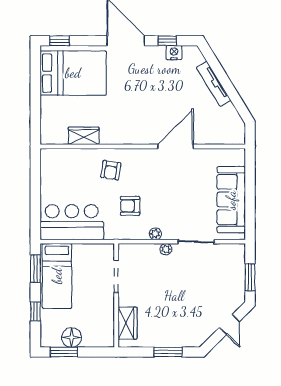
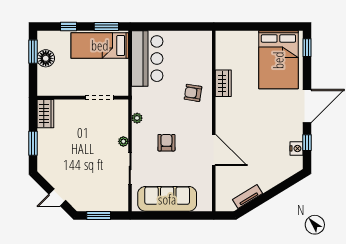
tv unit: (214, 84) -> (248, 196), moved, width x0.71
wardrobe: (84, 136) -> (223, 83), moved
armchair: (130, 206) -> (166, 143), moved
plant: (155, 234) -> (137, 118), moved
wardrobe: (127, 323) -> (45, 114), moved, turned -90

